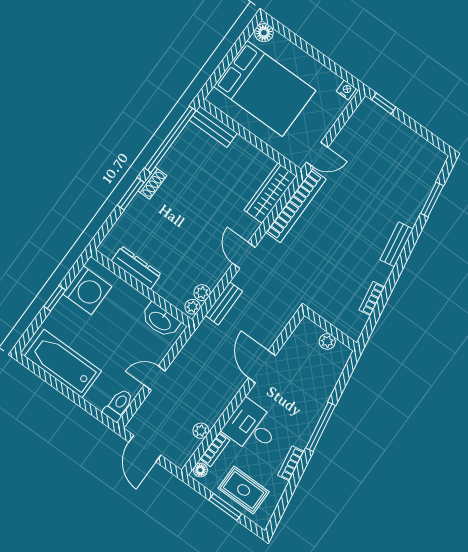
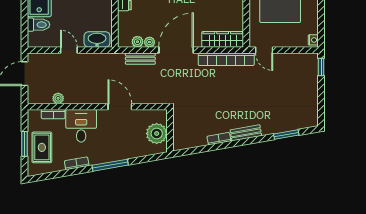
door: (244, 255) -> (176, 50), width x1.88
bookcase: (372, 299) -> (219, 139), moved
plant: (192, 307) -> (150, 42), moved
washbasin: (160, 320) -> (97, 39), moved, turned 90
plant: (327, 341) -> (157, 134), width x1.88, depth x1.88
door: (262, 367) -> (120, 107), hinge flipped
toilet: (118, 405) -> (38, 25), moved
floor lamp: (200, 470) -> (35, 114), removed

